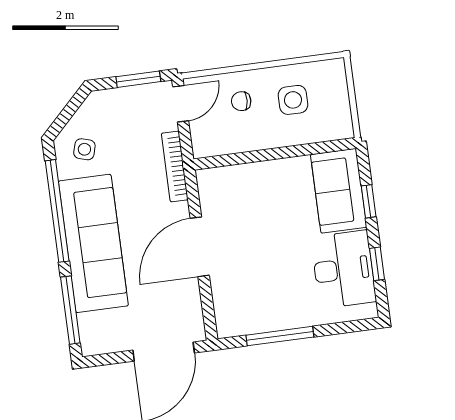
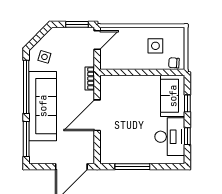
chair: (241, 101) -> (174, 63), moved
bookcase: (175, 166) -> (90, 79), width x0.64

